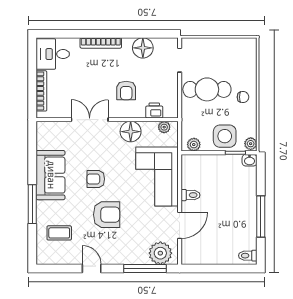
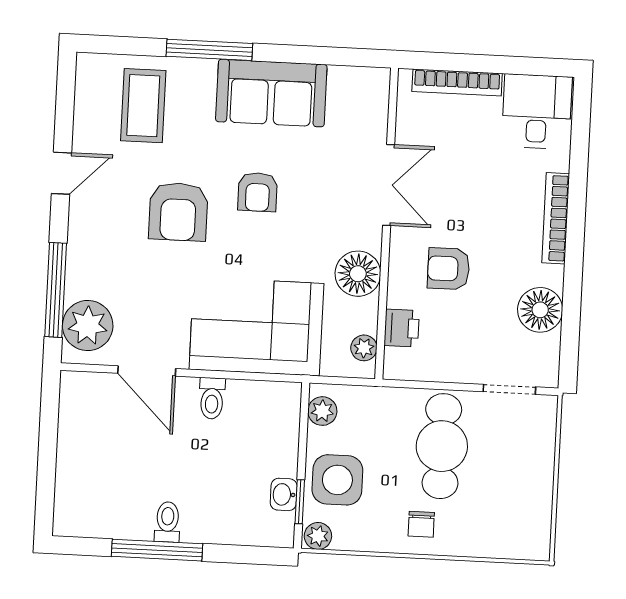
washbasin: (250, 160) -> (284, 494), moved
armchair: (96, 179) -> (258, 192), turned 180
coffee table: (59, 233) -> (143, 106), width x1.36, depth x1.30
toilet: (248, 256) -> (167, 522), moved

